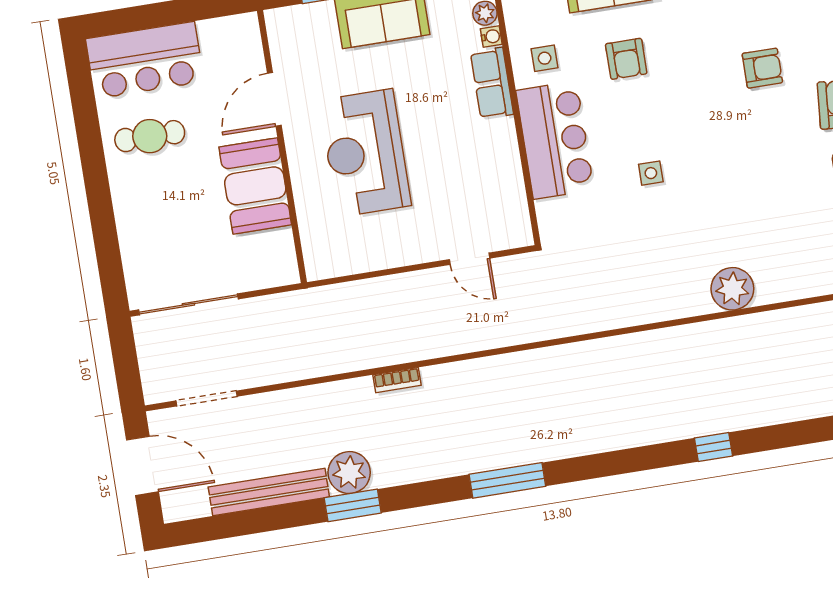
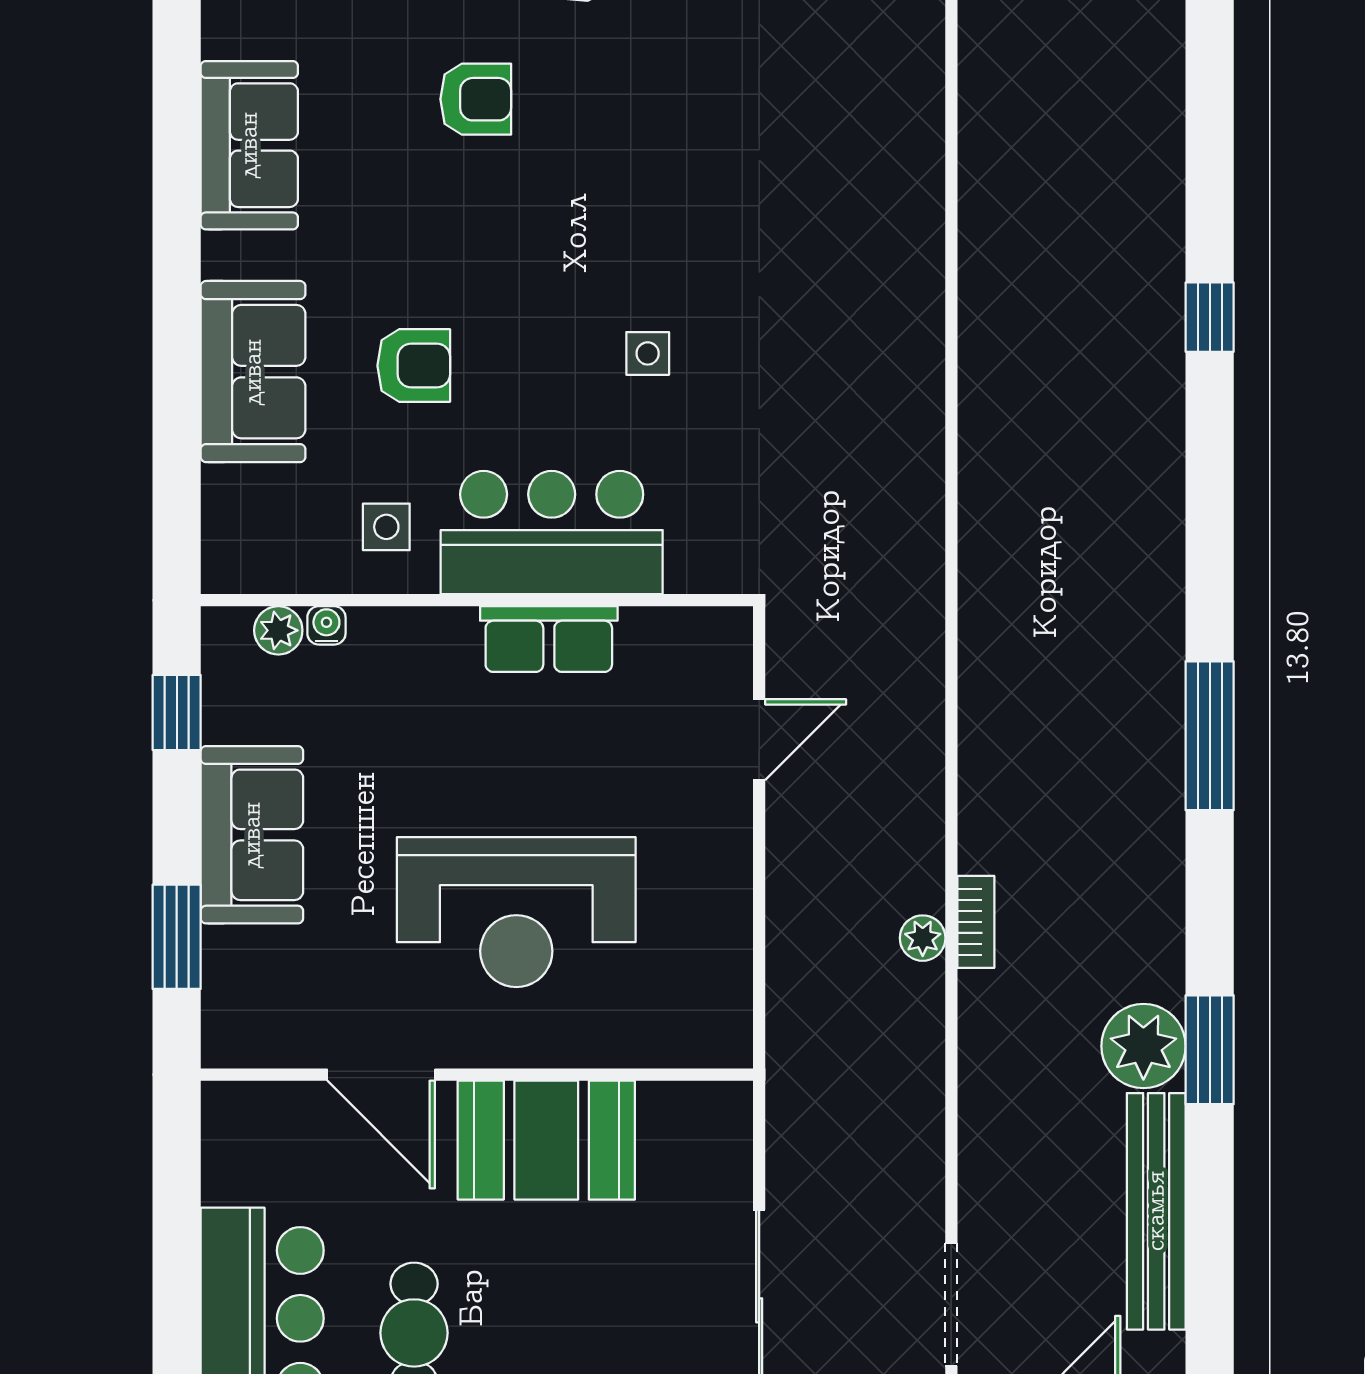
armchair: (762, 68) -> (476, 99), turned 90
row of seats: (492, 83) -> (549, 639), moved
plant: (732, 289) -> (923, 938), moved, width x0.53, depth x0.53

